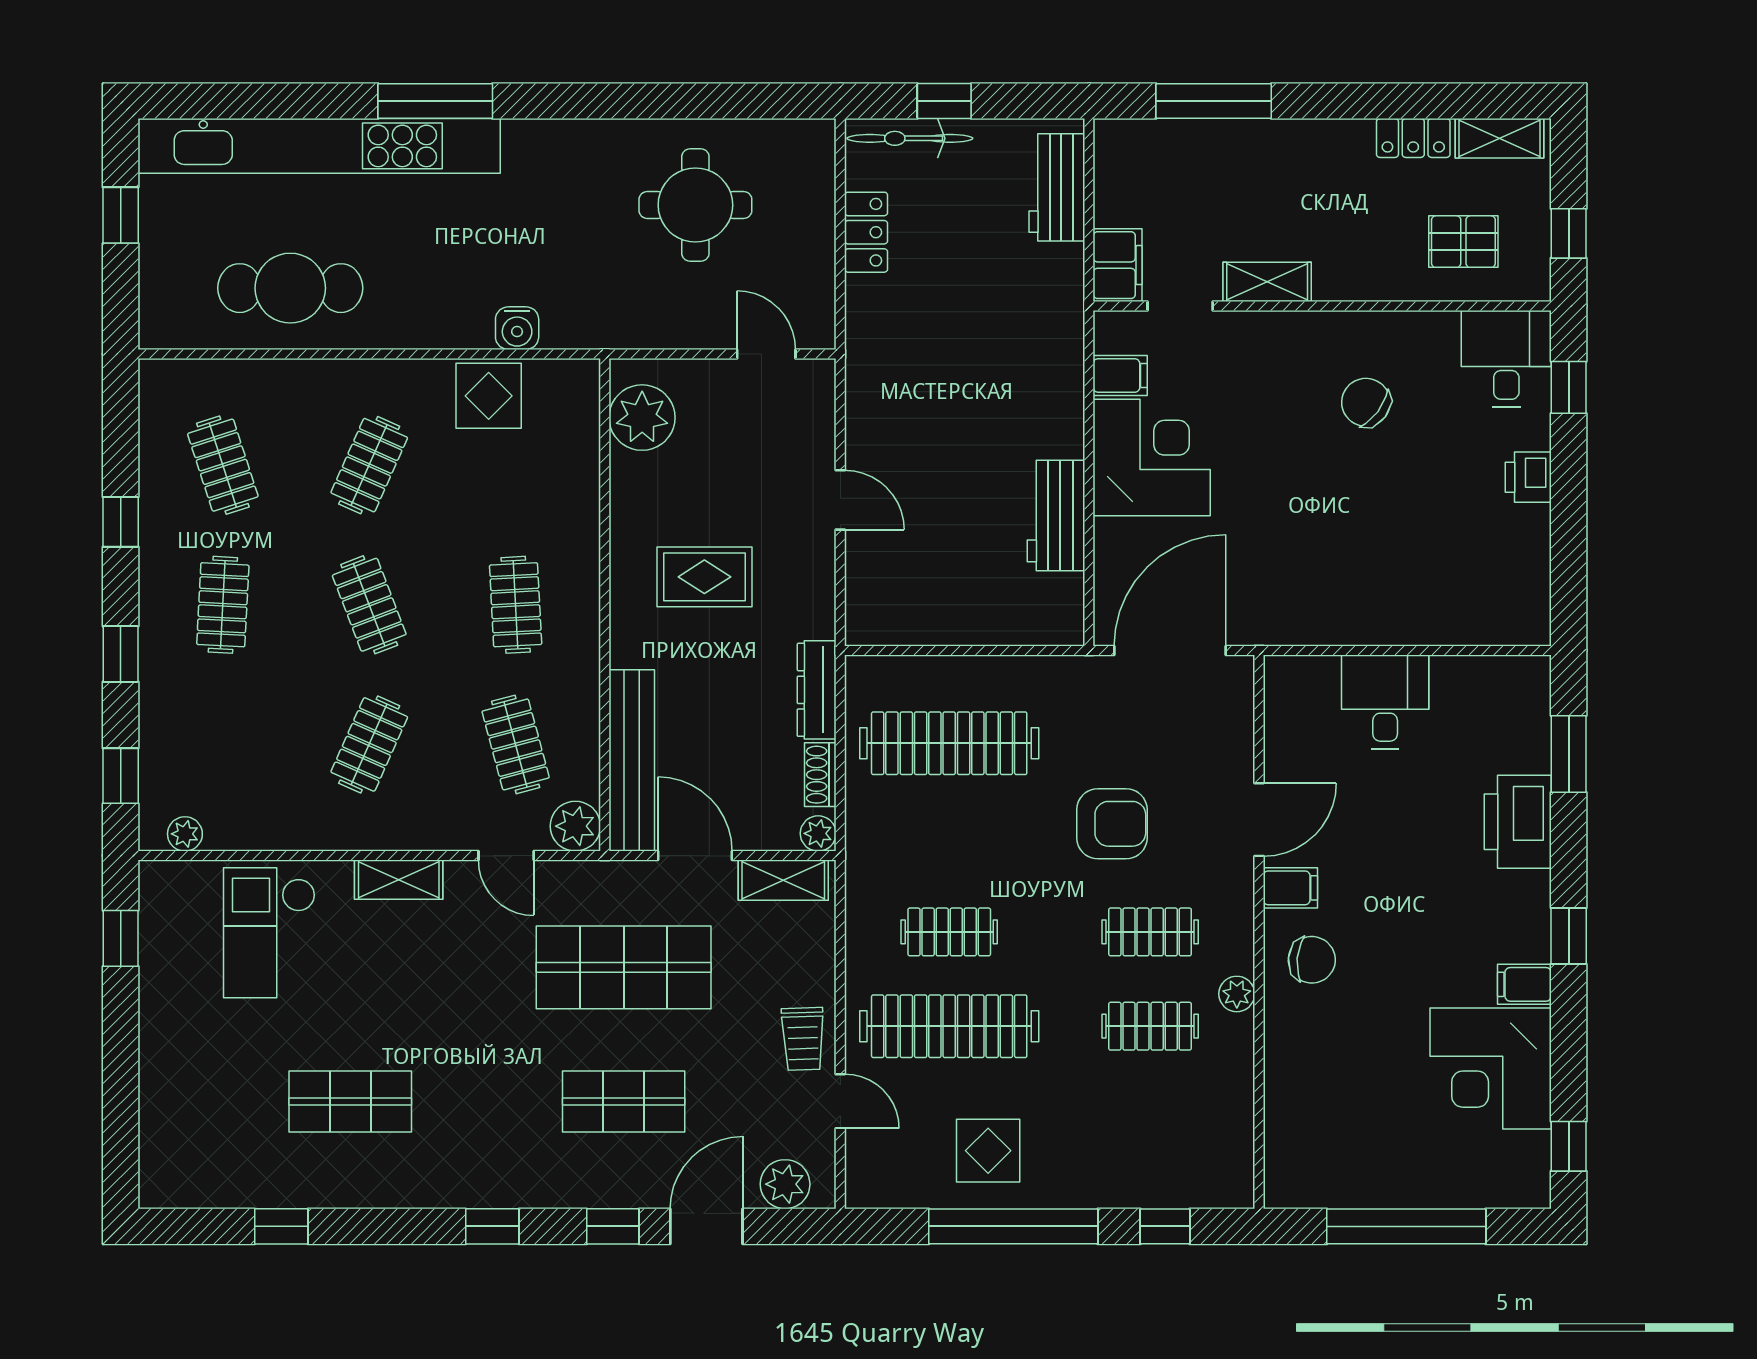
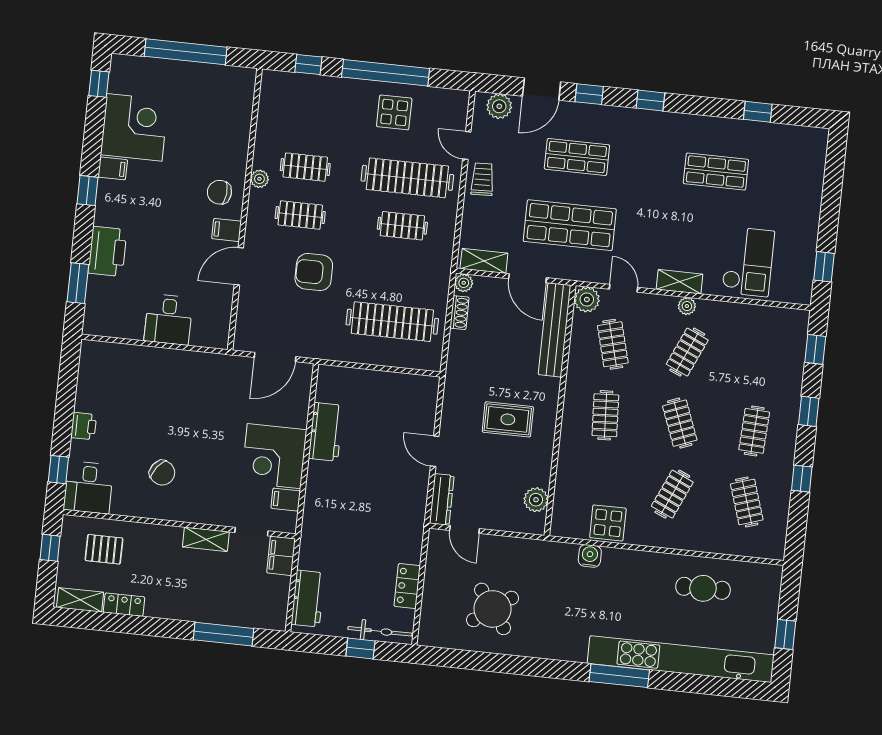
round table: (695, 205) -> (493, 609), turned -36
cafe table: (290, 288) -> (703, 588), width x0.73, depth x0.74
plant: (642, 418) -> (536, 500), width x0.73, depth x0.73
door: (1170, 651) -> (275, 357), width x0.73
dresser: (817, 690) -> (442, 499), moved
plant: (185, 834) -> (687, 306), moved

